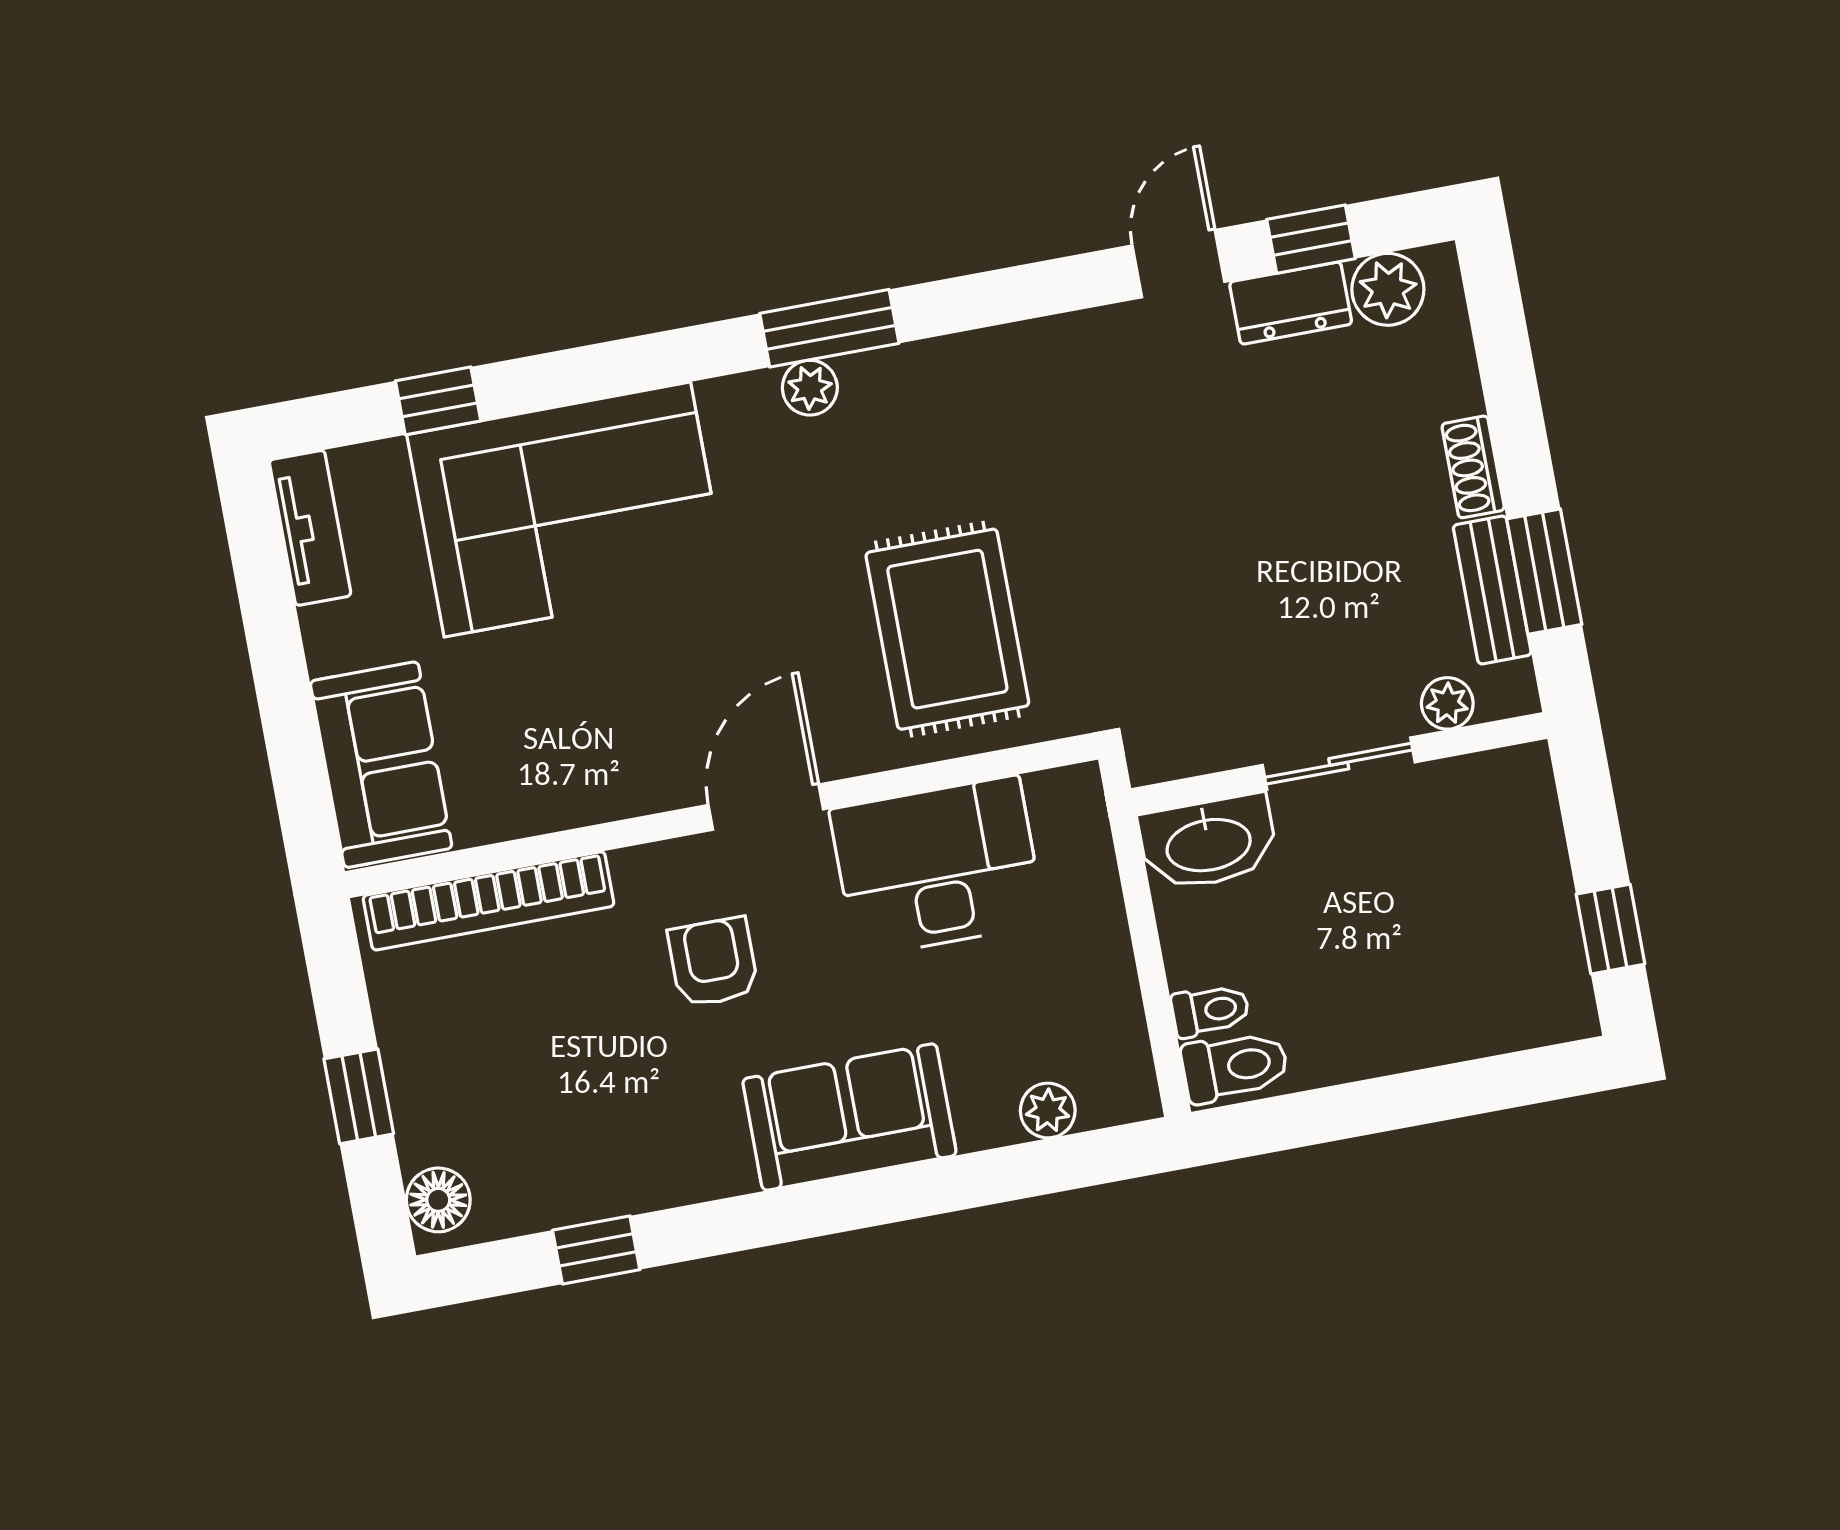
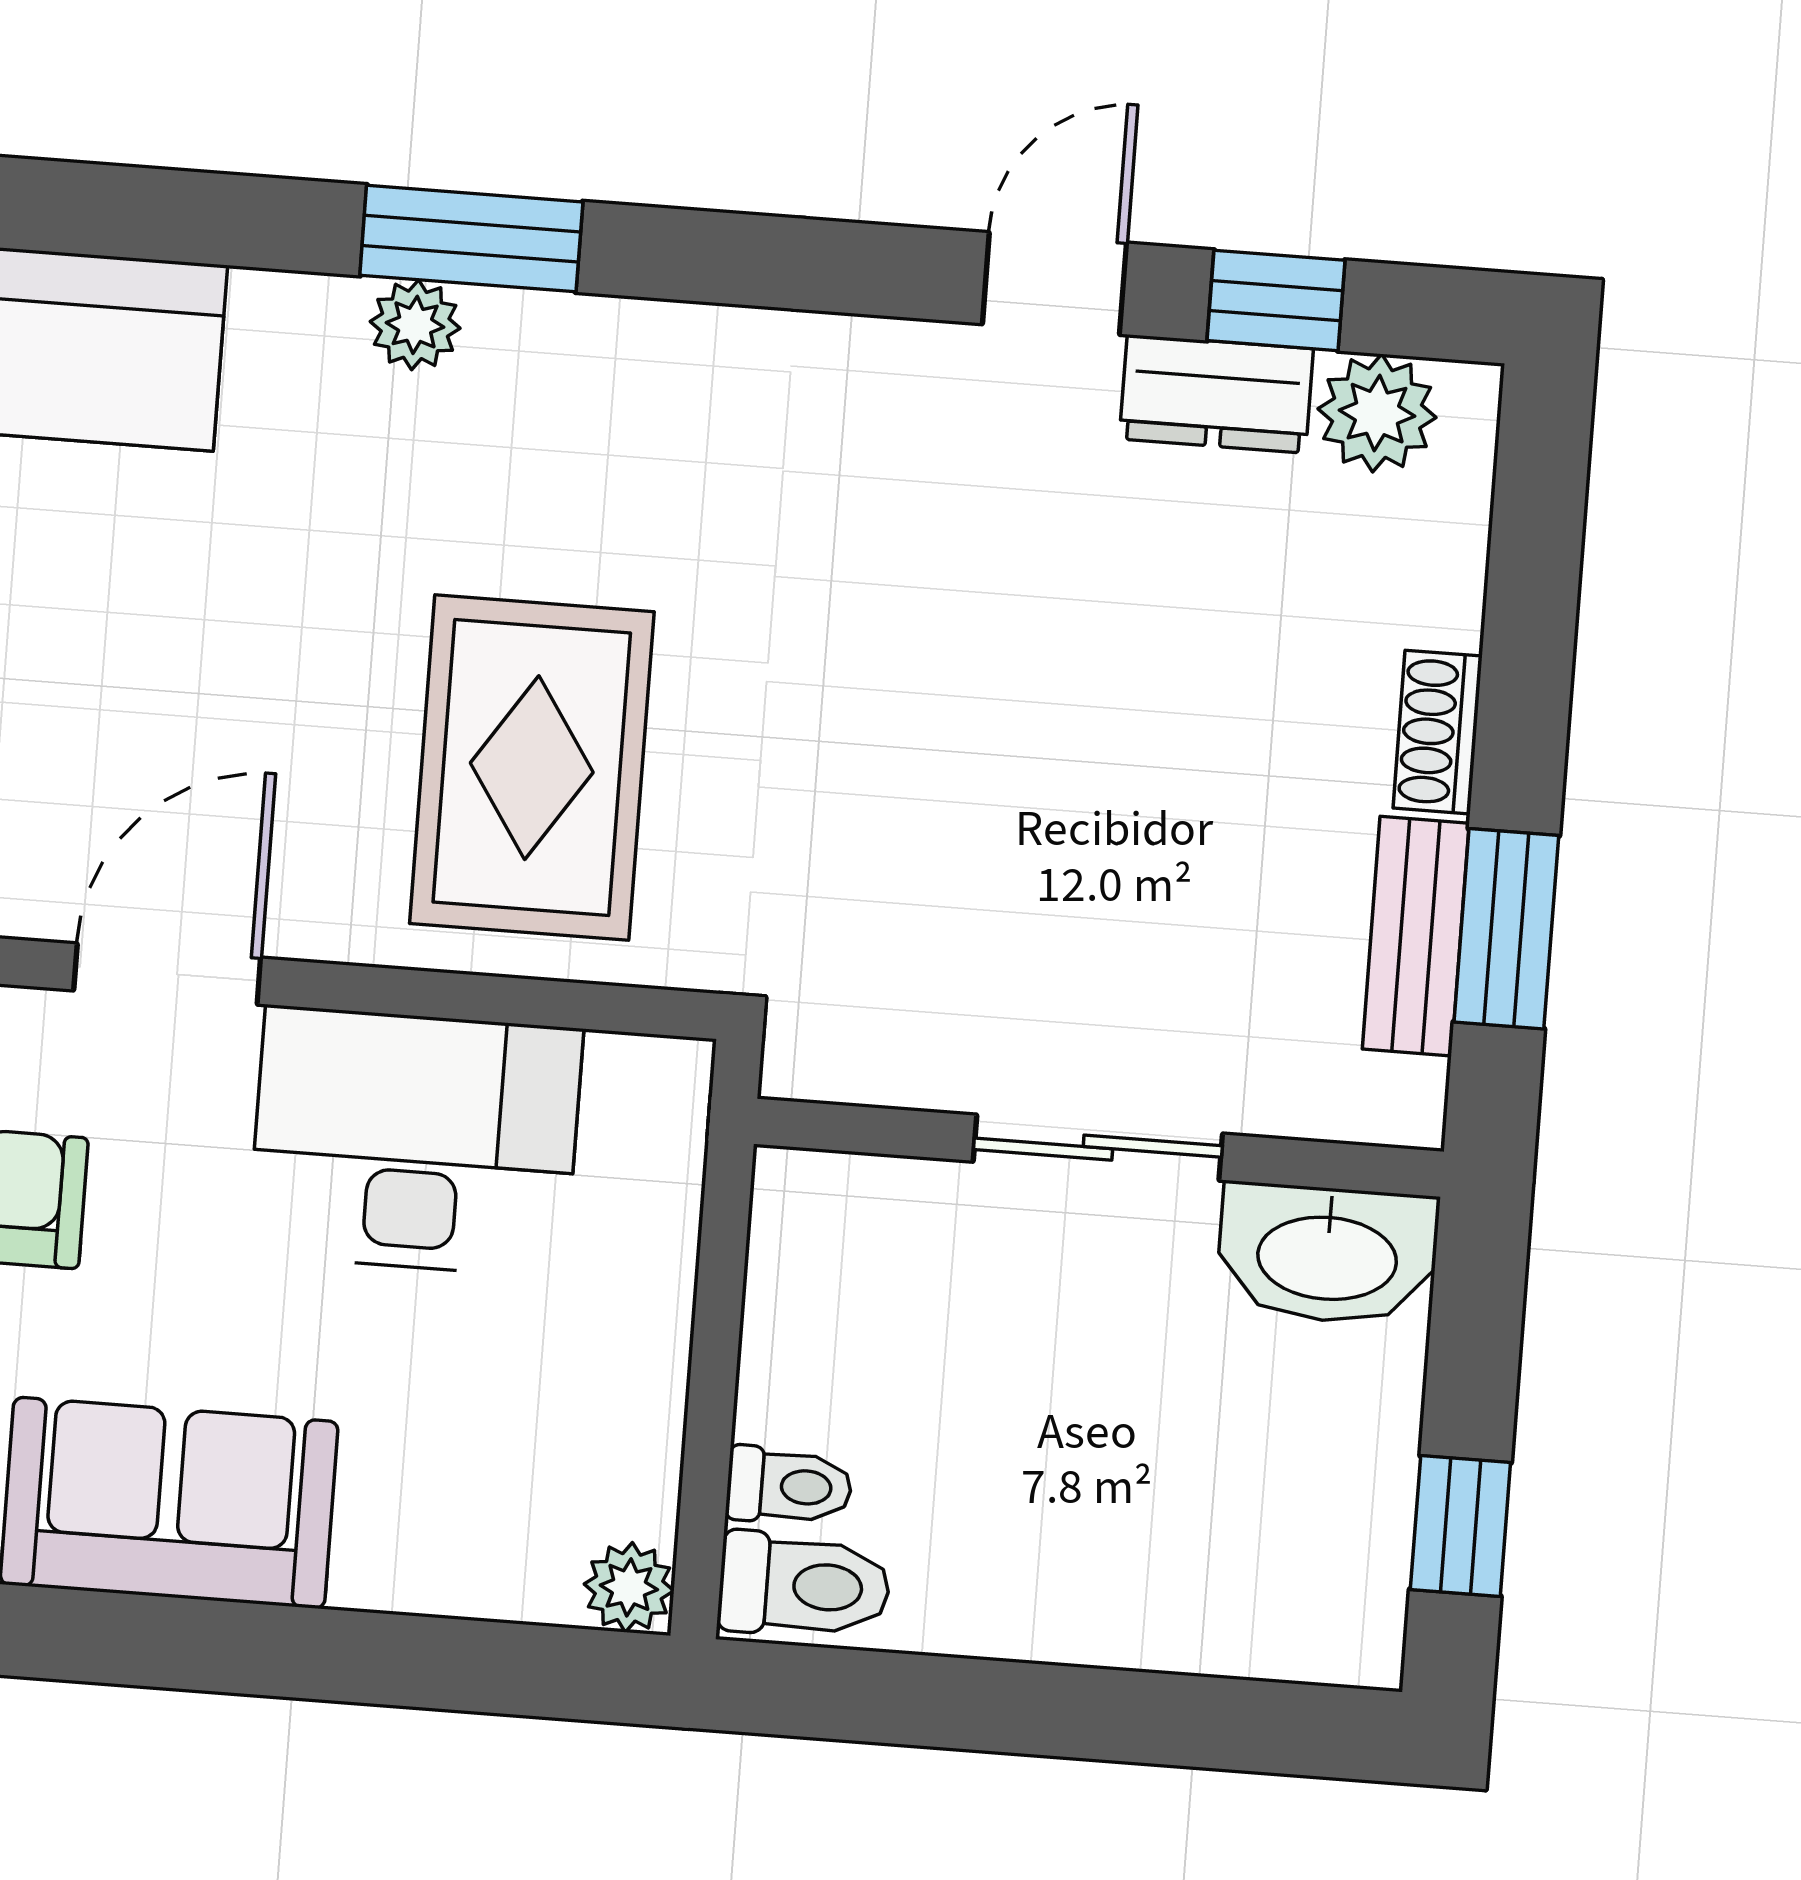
plant: (1447, 703) -> (1296, 1098), removed
washbasin: (1208, 843) -> (1327, 1254), moved
plant: (1048, 1111) -> (629, 1587), moved

